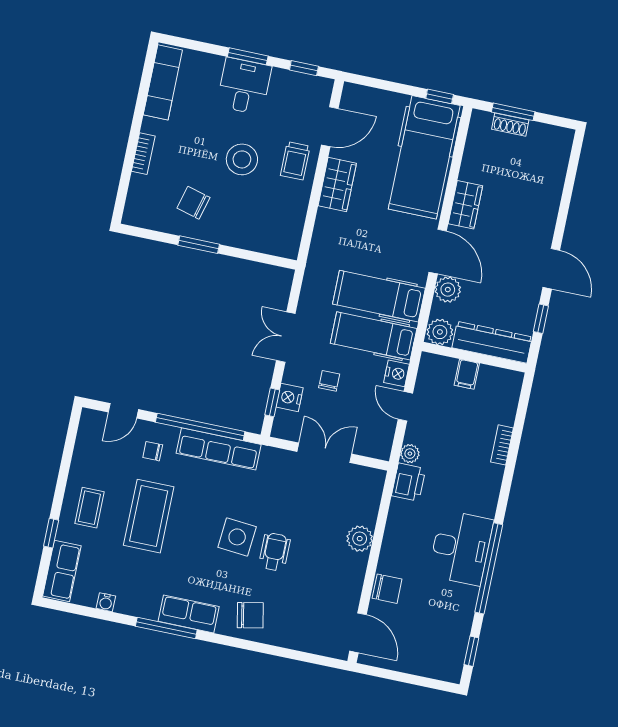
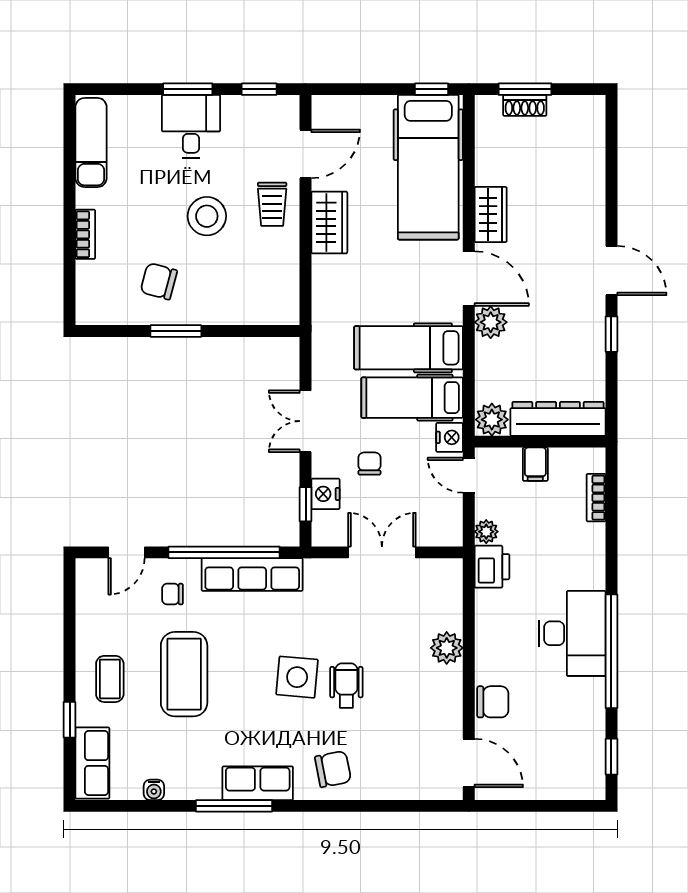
plant: (440, 332) -> (492, 420), moved
dresser: (492, 342) -> (558, 419), moved
wall: (474, 357) -> (540, 442), moved
filing cabinet: (467, 374) -> (535, 464), moved

